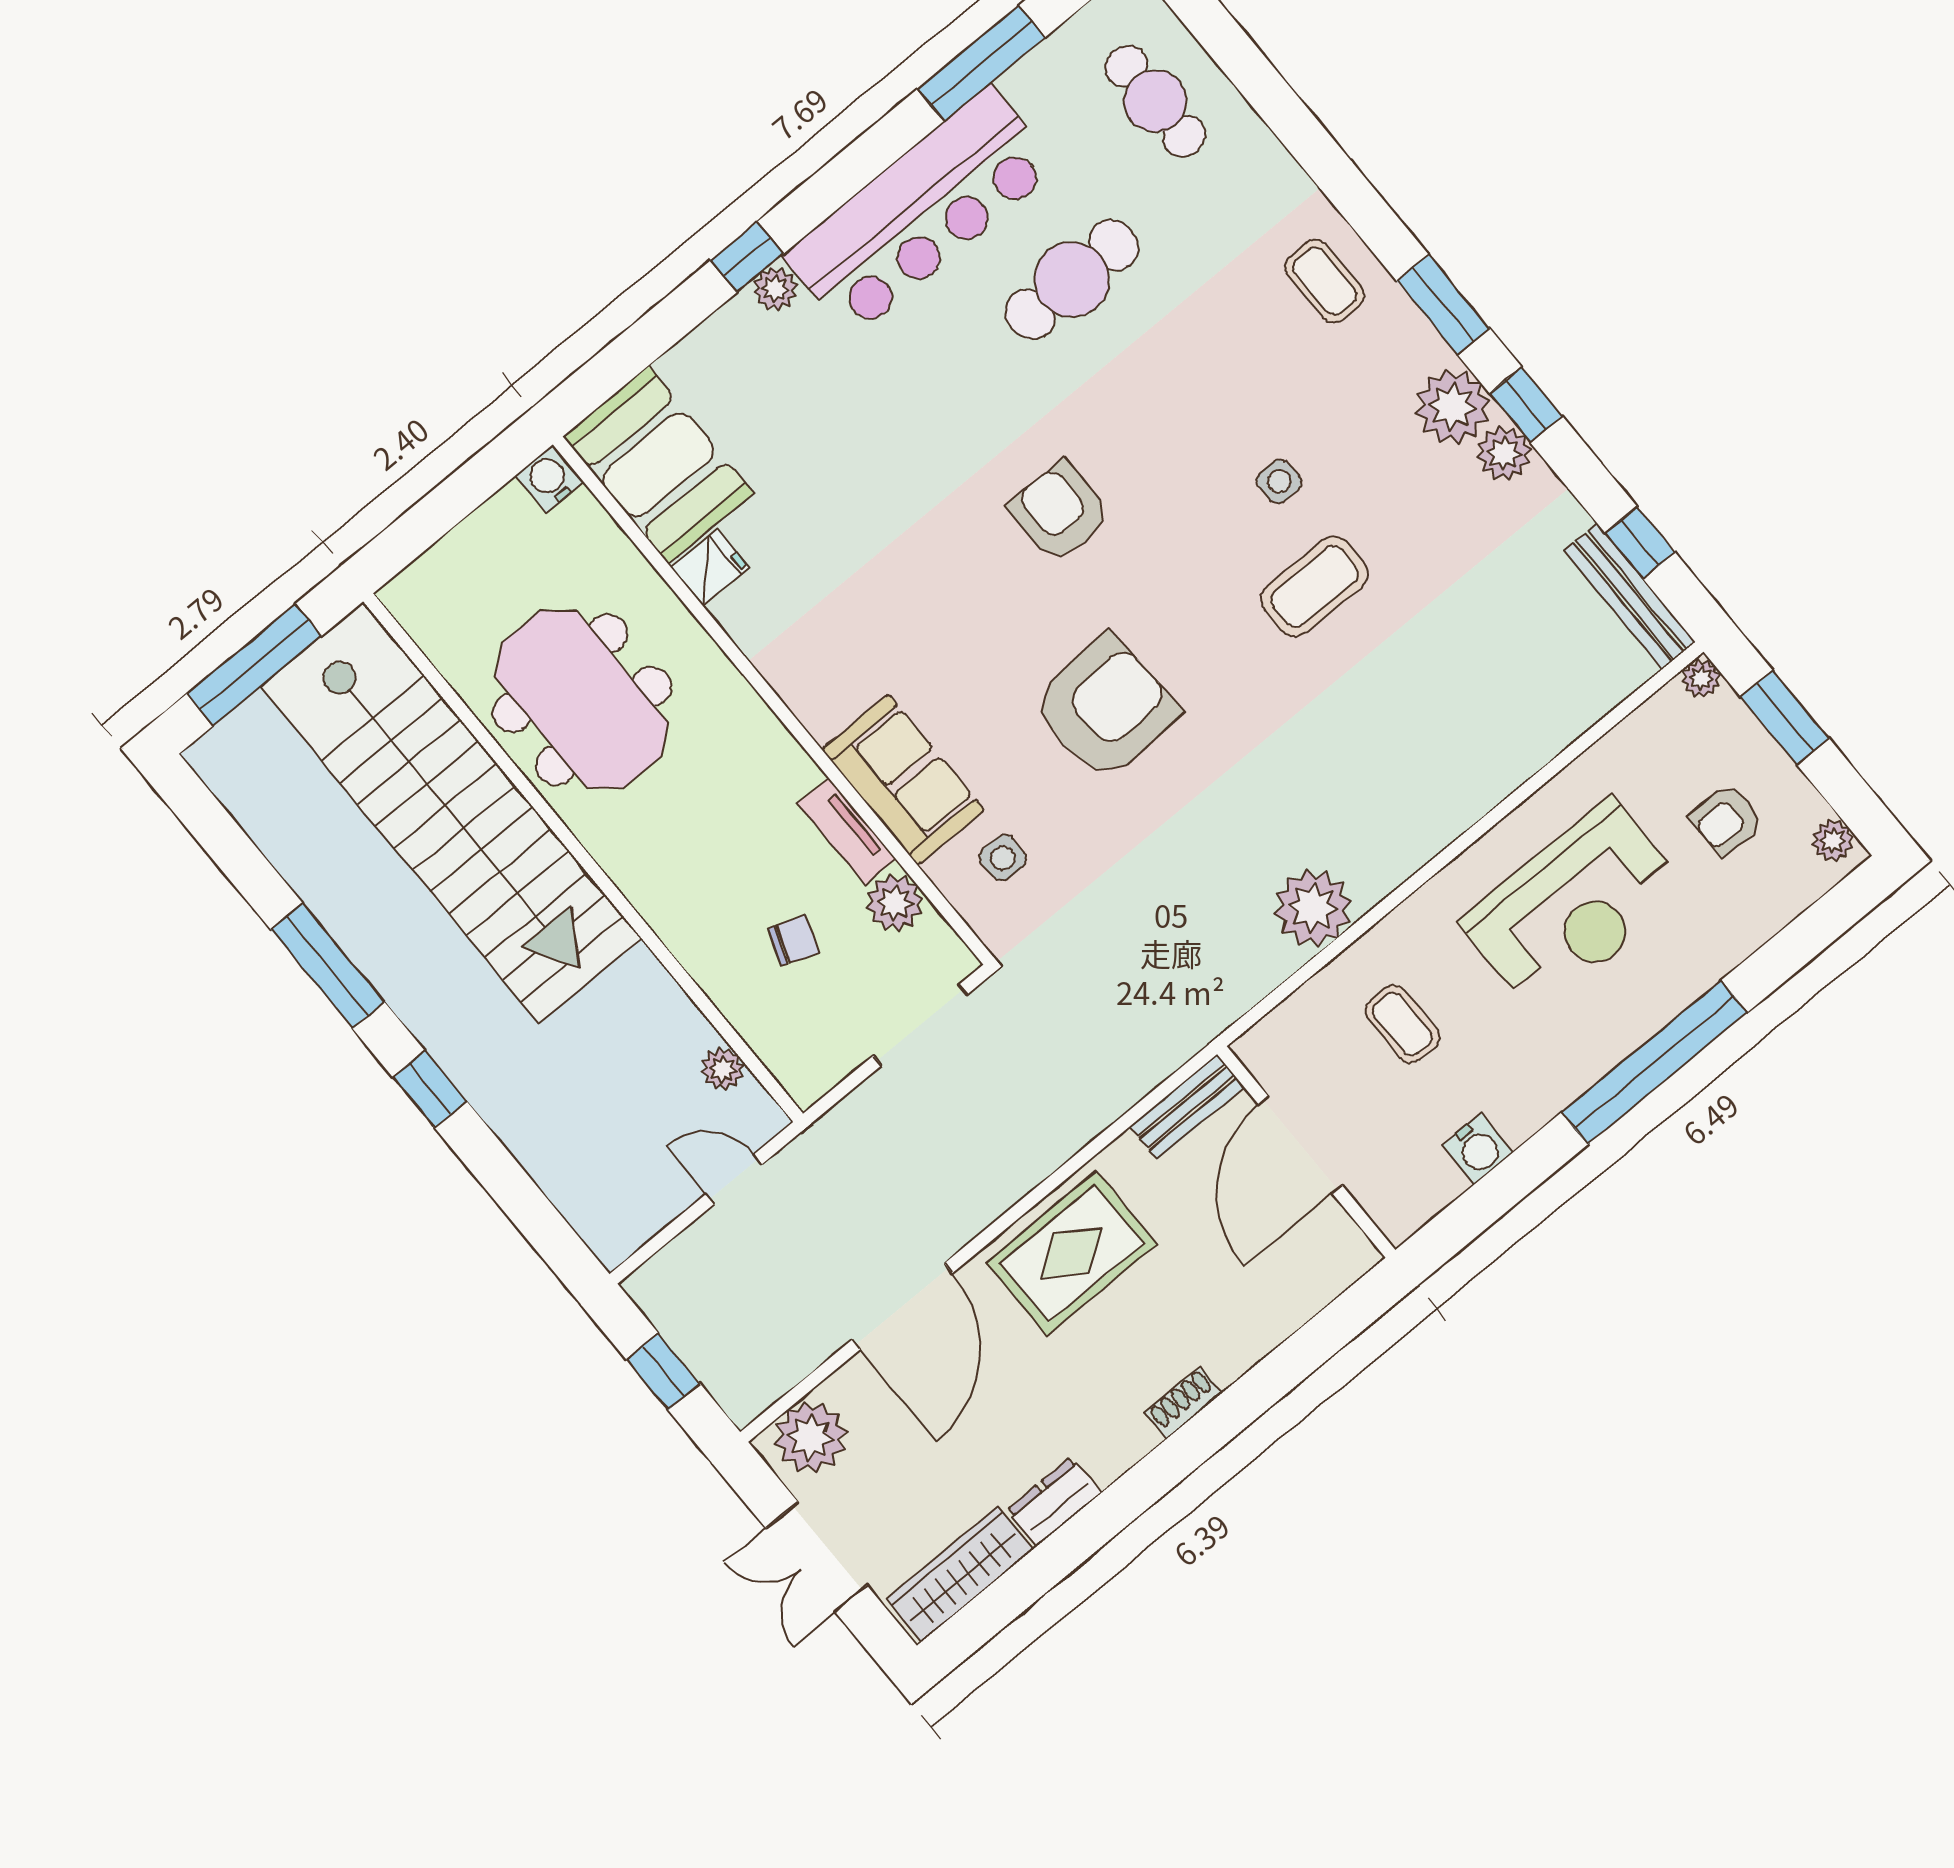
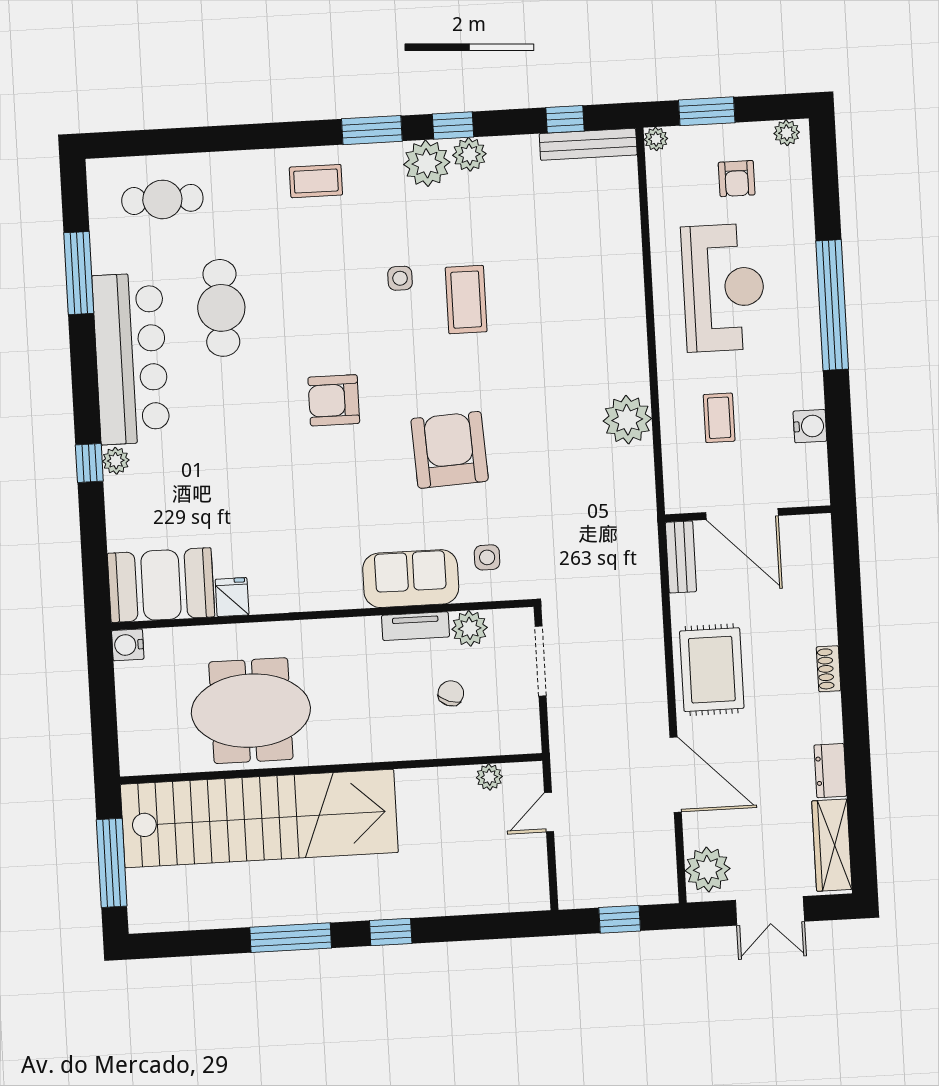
coffee table: (1402, 1024) -> (719, 418), turned 90

